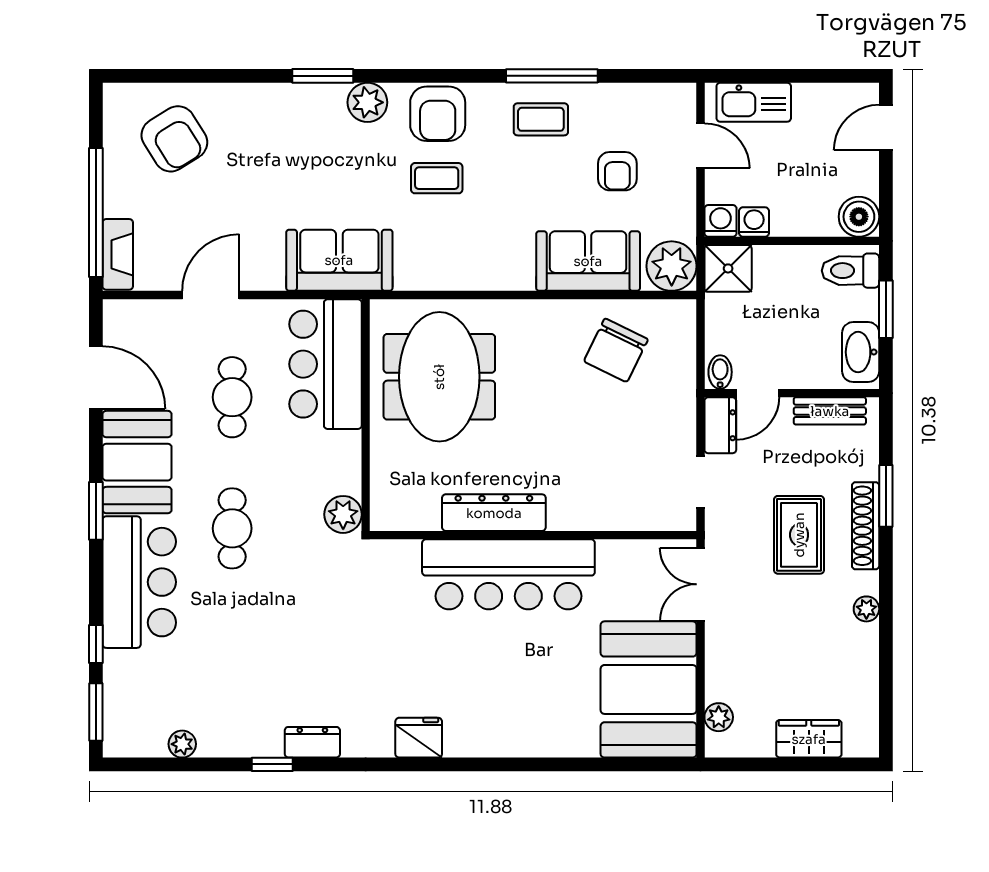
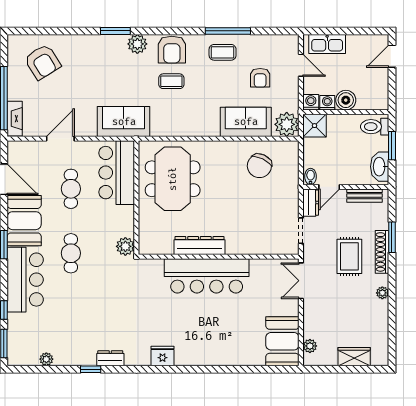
boiler: (859, 217) -> (346, 100), moved
booth: (649, 689) -> (282, 341), width x0.73, depth x0.70

